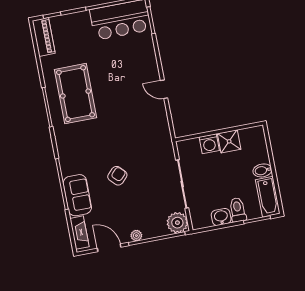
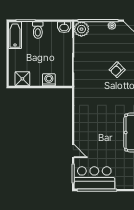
door: (164, 89) -> (73, 151), moved
shower: (229, 141) -> (22, 79), moved
bidet: (262, 170) -> (15, 54), removed
washbasin: (221, 217) -> (64, 27), moved

